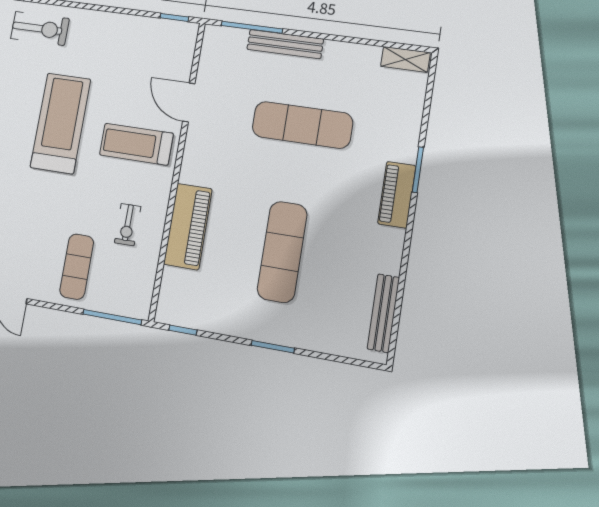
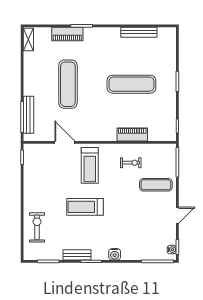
bench: (285, 44) -> (28, 115), moved
door: (189, 102) -> (65, 142), swing flipped
treadmill: (60, 123) -> (85, 207), width x0.73, depth x0.73
piano: (397, 195) -> (67, 34), moved
piano: (188, 226) -> (132, 134), width x0.73, depth x0.75
bench: (383, 313) -> (139, 32), moved

